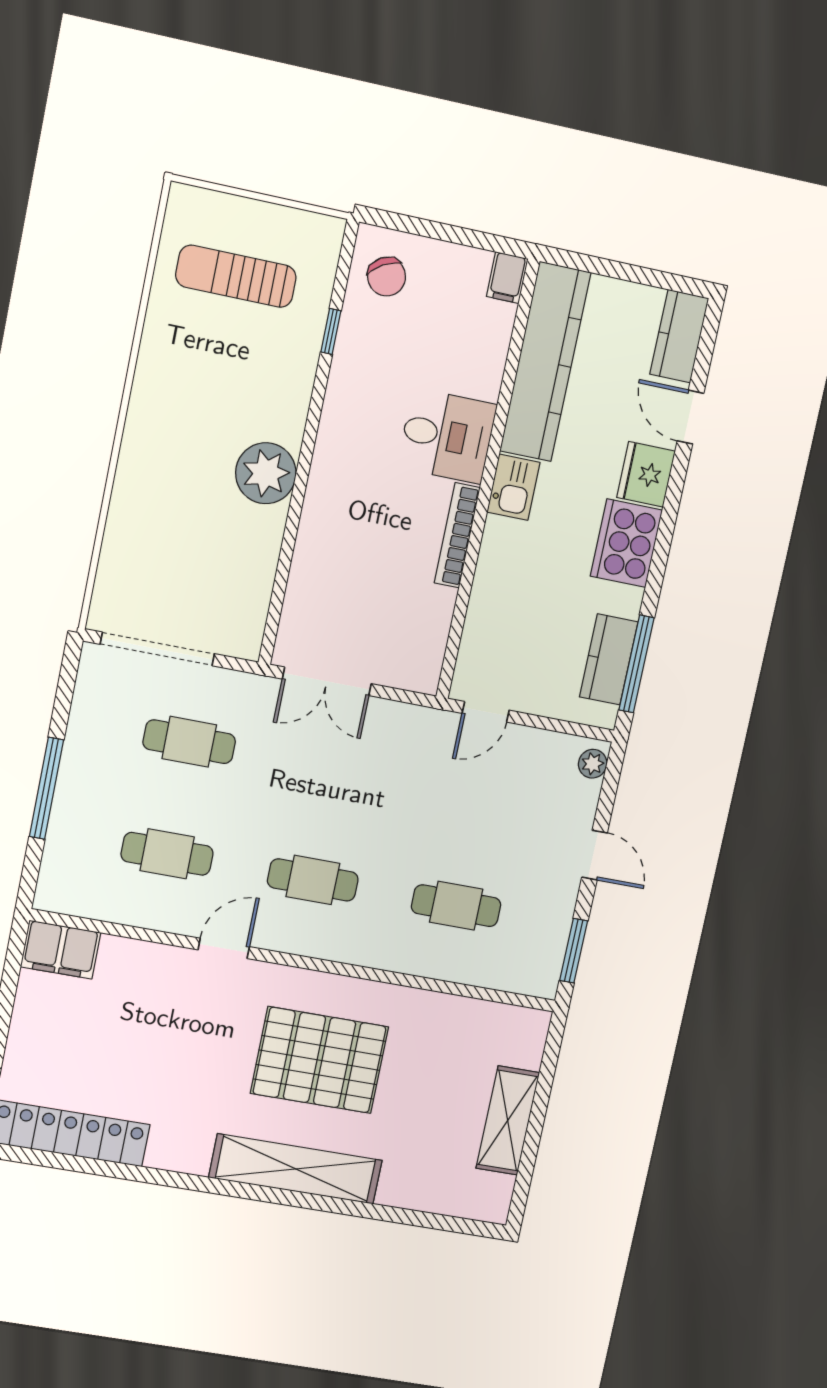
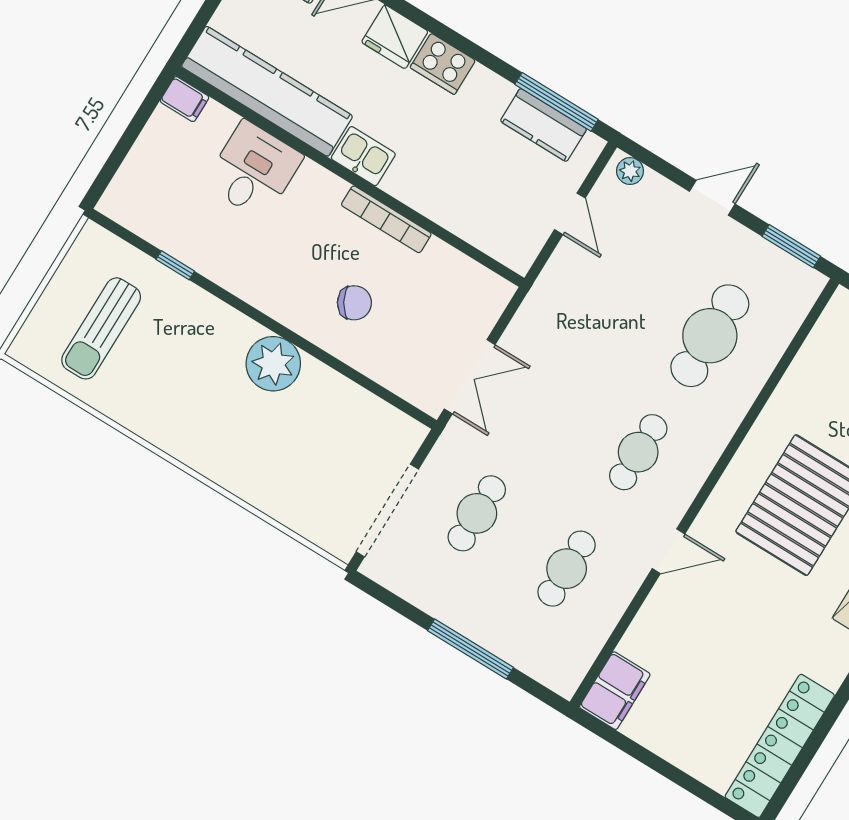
chair: (387, 277) -> (354, 303), moved
desk: (447, 436) -> (254, 170), moved
cooker: (626, 543) -> (443, 64), width x0.73, depth x0.76
door: (486, 712) -> (570, 214), moved
cafe table: (456, 906) -> (710, 336), width x1.37, depth x1.35
door: (224, 948) -> (668, 551), swing flipped

